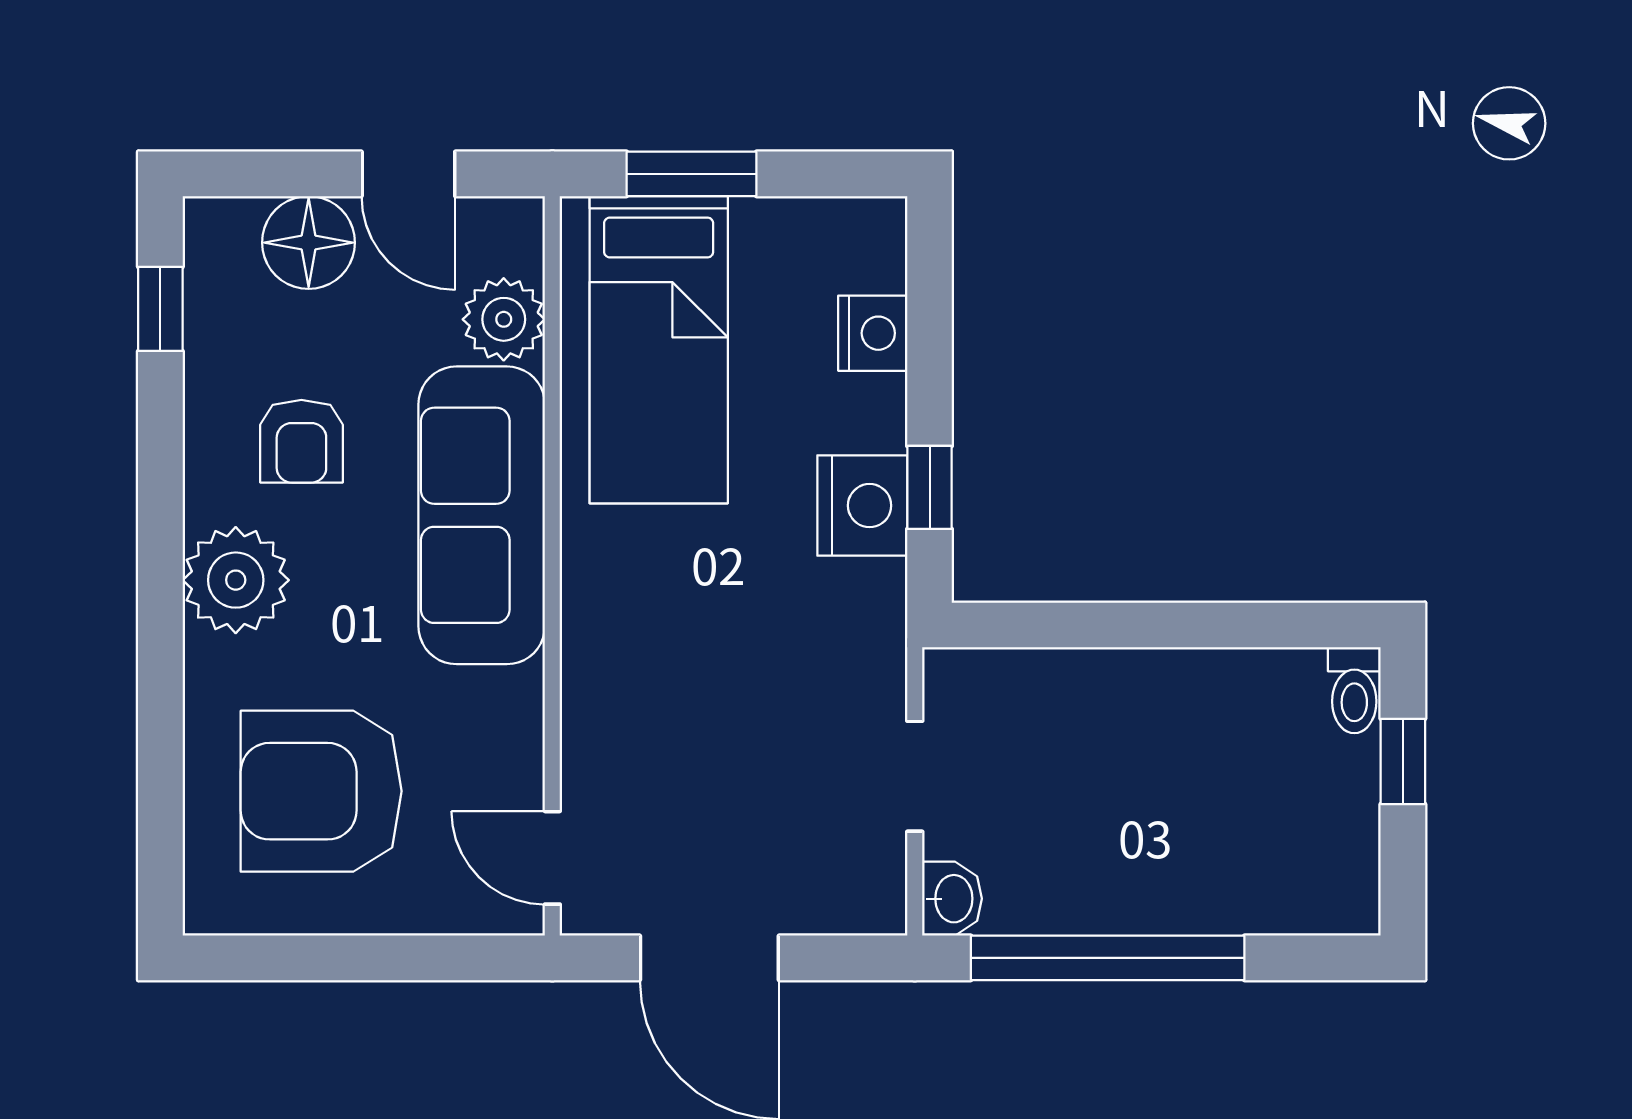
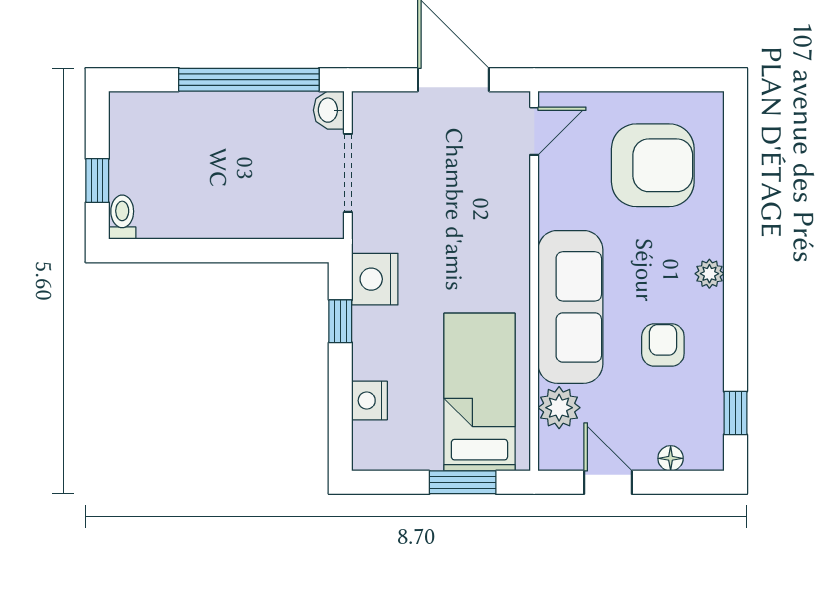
floor lamp: (309, 243) -> (671, 458), width x0.53, depth x0.53
nightstand: (862, 506) -> (375, 279), moved
plant: (236, 580) -> (709, 274), width x0.53, depth x0.53
doorway: (915, 776) -> (348, 173), width x1.38
door: (552, 858) -> (534, 131), hinge flipped

